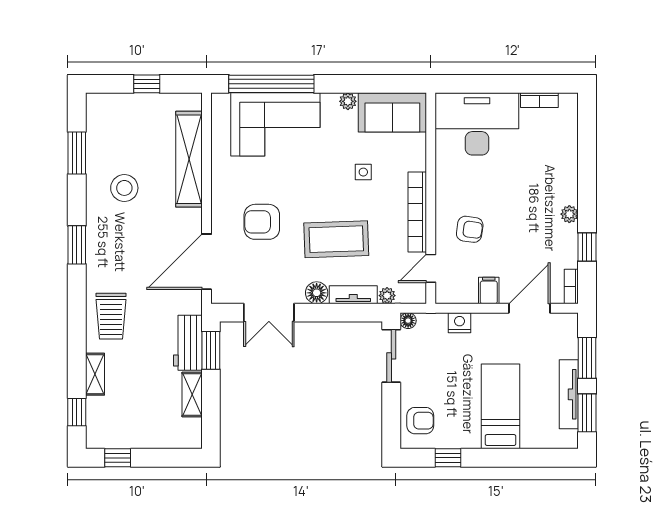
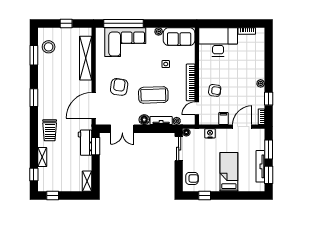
stool: (124, 188) -> (49, 47), moved
armchair: (262, 222) -> (119, 87), turned 98
shelving: (192, 395) -> (87, 181), moved

